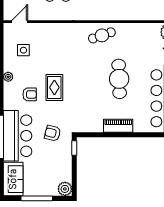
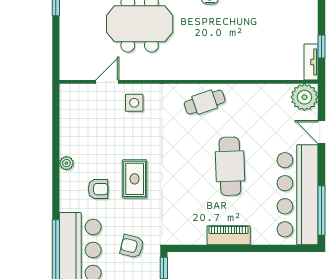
door: (20, 22) -> (107, 82), moved
side table: (23, 50) -> (134, 103), moved

